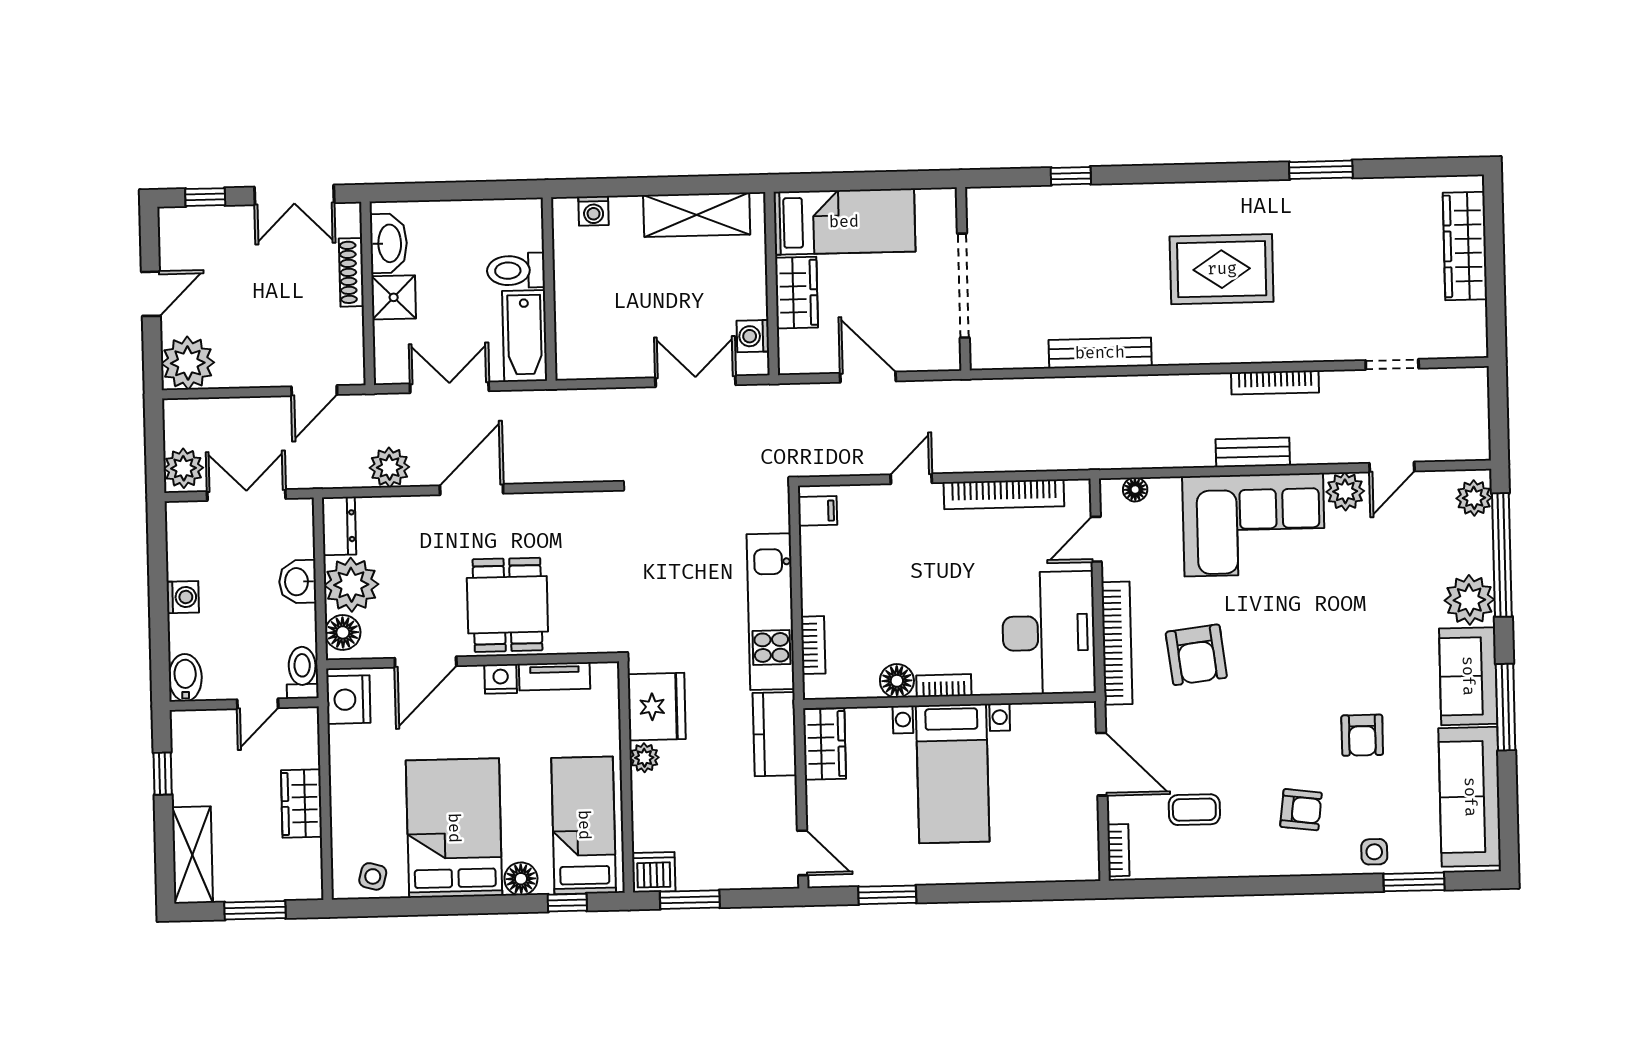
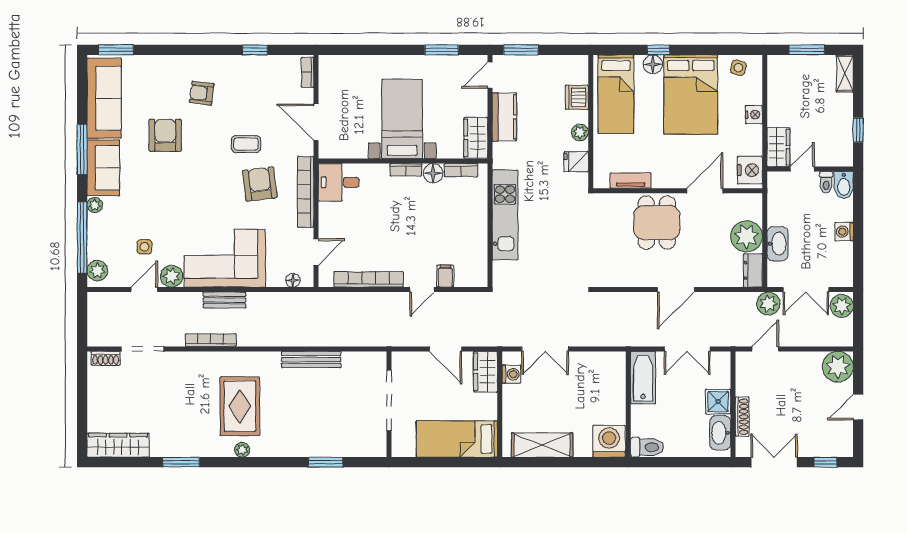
window: (1071, 176) -> (326, 462), width x1.50
plant: (1216, 194) -> (242, 450), added
washing machine: (593, 211) -> (609, 441), width x1.89, depth x1.89
wardrobe: (1465, 246) -> (118, 445), moved, turned -90
rug: (1222, 269) -> (240, 406), turned 90
toilet: (516, 270) -> (647, 447), moved
wardrobe: (796, 293) -> (486, 372), moved
shoe rack: (1456, 347) -> (106, 358), added
doorway: (1392, 364) -> (143, 349), width x1.38
plant: (389, 467) -> (768, 304), moved
filing cabinet: (818, 511) -> (445, 276), moved, turned 90
washbasin: (298, 582) -> (778, 244), width x1.38
plant: (1469, 600) -> (95, 205), width x0.53, depth x0.53
floor lamp: (343, 632) -> (752, 209), removed
desk: (1049, 633) -> (339, 182), width x0.53, depth x0.77
bookcase: (813, 645) -> (461, 170), moved, turned -90
toilet: (302, 673) -> (826, 182), moved, width x0.73, depth x0.72
nightstand: (501, 679) -> (754, 115), moved, turned -90
fridge: (657, 707) -> (576, 162), width x0.53, depth x0.75
kitchen counter: (775, 734) -> (504, 117), moved
armchair: (1362, 735) -> (165, 135), width x1.38, depth x1.38
wardrobe: (302, 804) -> (778, 147), moved
coffee table: (1194, 810) -> (246, 144), moved
side table: (1374, 852) -> (144, 247), moved
door: (803, 853) -> (490, 75), hinge flipped
shelving: (192, 855) -> (845, 73), width x0.67, depth x0.75
dishwasher: (654, 872) -> (577, 97), moved, turned 90
window: (1414, 882) -> (116, 50), moved
window: (1211, 887) -> (255, 50), added
window: (690, 900) -> (521, 50), moved
window: (567, 903) -> (658, 50), moved

